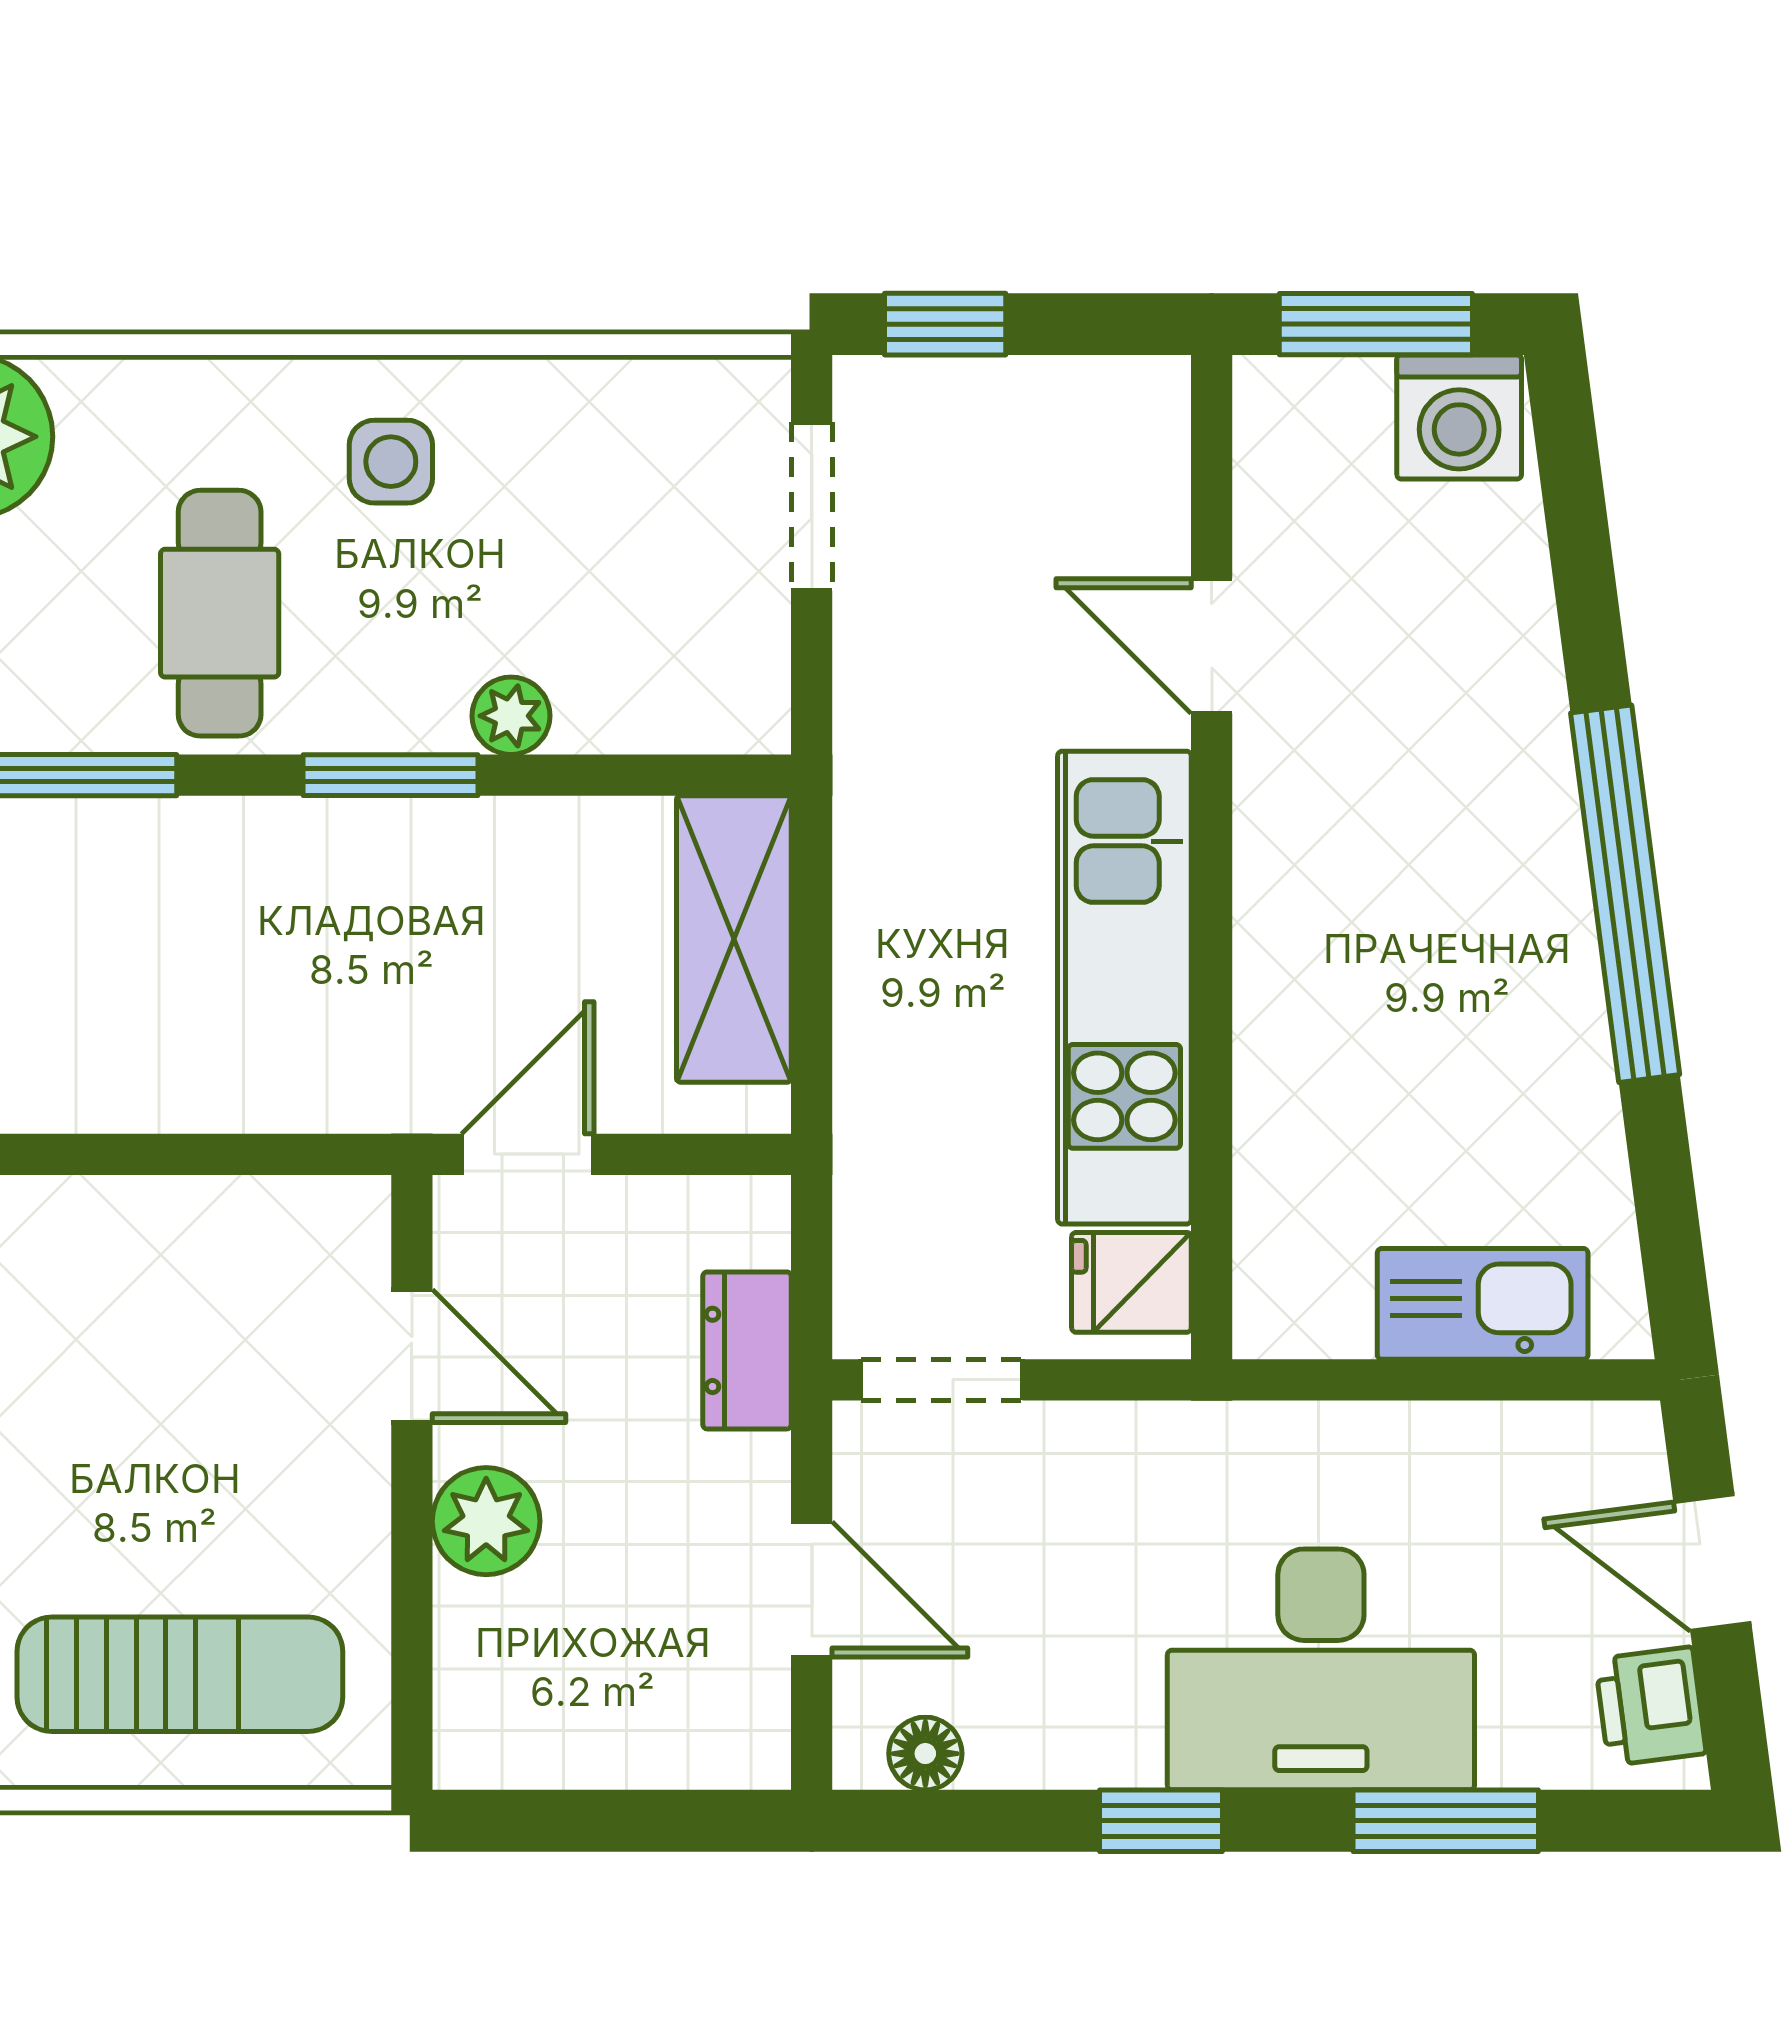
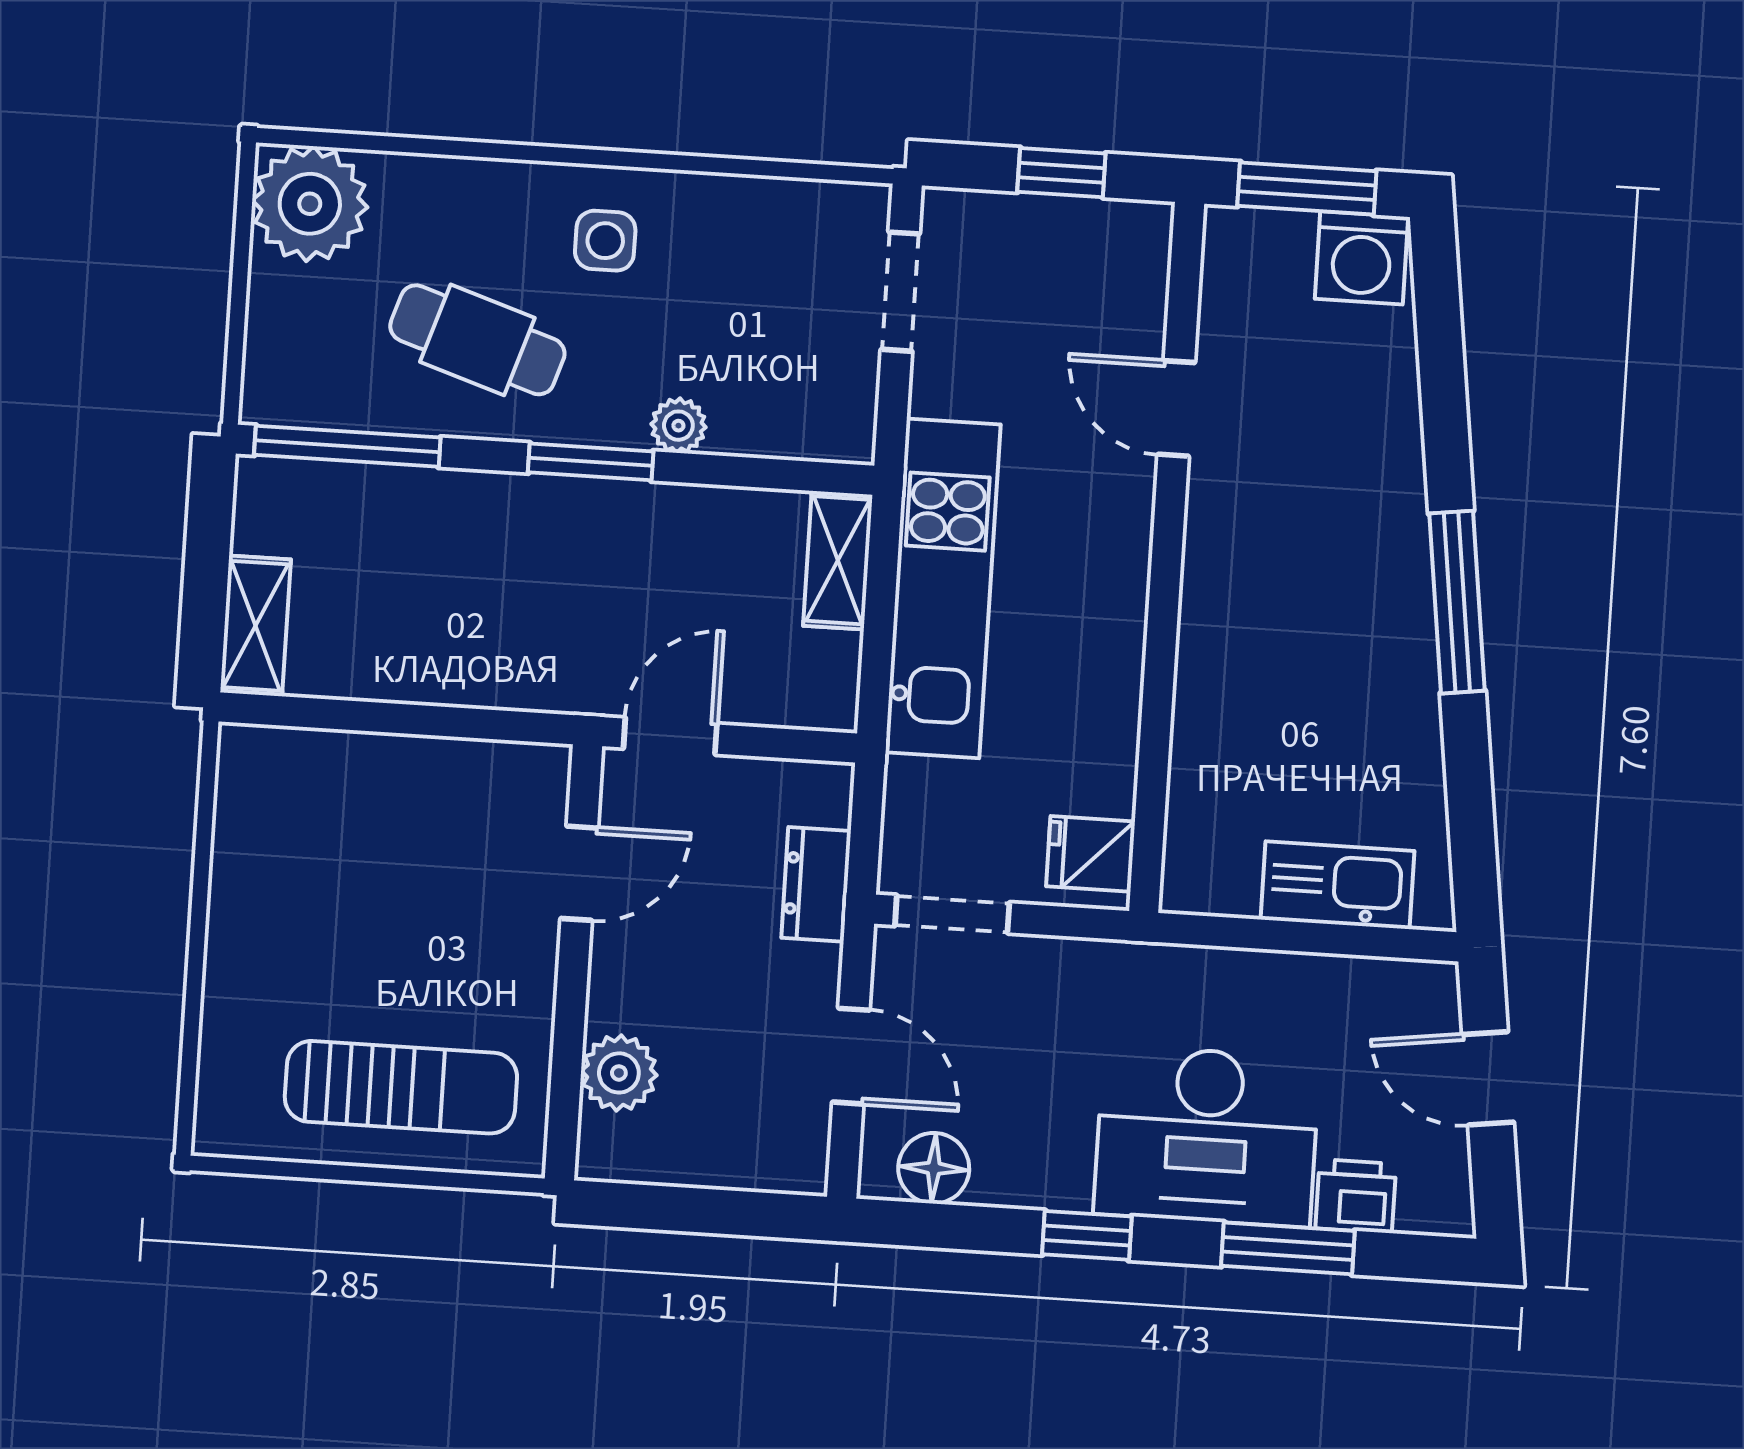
window: (945, 324) -> (1061, 173), moved
cafe table: (220, 613) -> (477, 340), turned -72
window: (1625, 894) -> (1457, 602), width x0.68
shelving: (734, 939) -> (838, 560), width x0.67, depth x0.75
kitchen unit: (1124, 988) -> (943, 588), moved, turned 180
door: (412, 1356) -> (579, 873), hinge flipped
plant: (486, 1521) -> (619, 1073), moved
printer: (1650, 1706) -> (1356, 1196), moved, turned 97
floor lamp: (925, 1754) -> (934, 1168), width x1.37, depth x1.37

